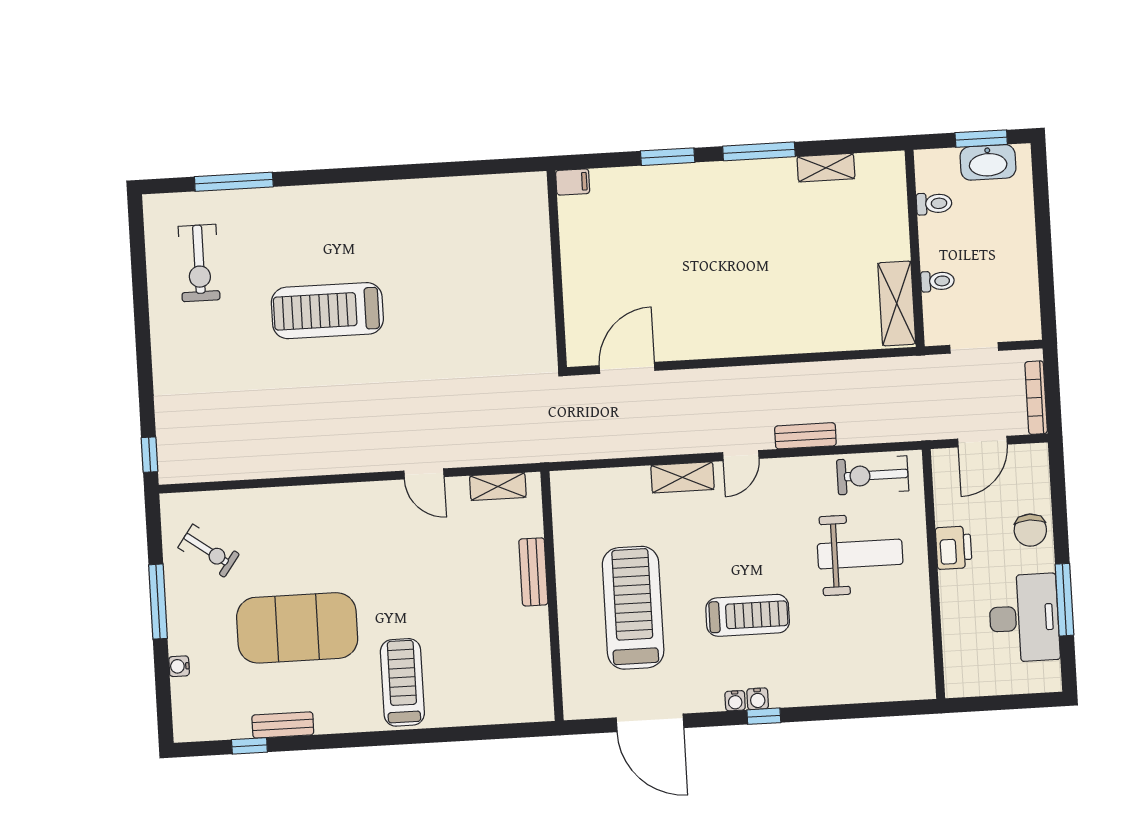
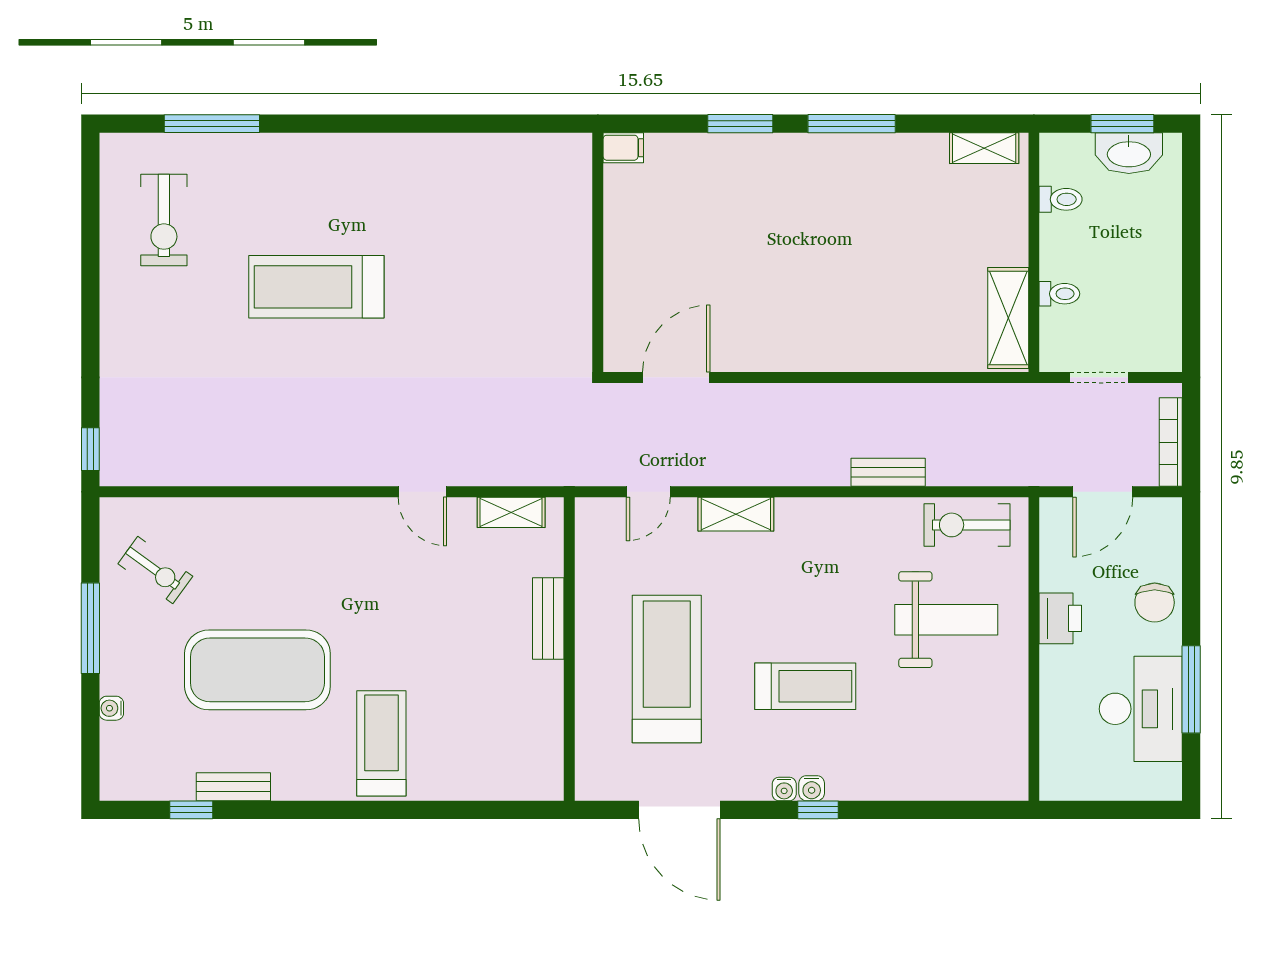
shelving: (826, 168) -> (984, 148), moved
door: (741, 456) -> (648, 492), moved

